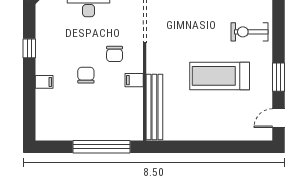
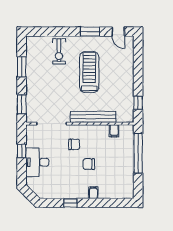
treadmill: (220, 76) -> (89, 72), turned 180
filing cabinet: (134, 80) -> (114, 131), moved
bench: (154, 107) -> (93, 117), moved
window: (175, 147) -> (138, 103), added

